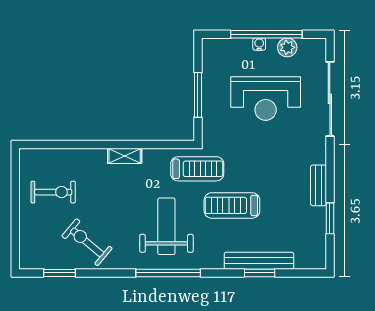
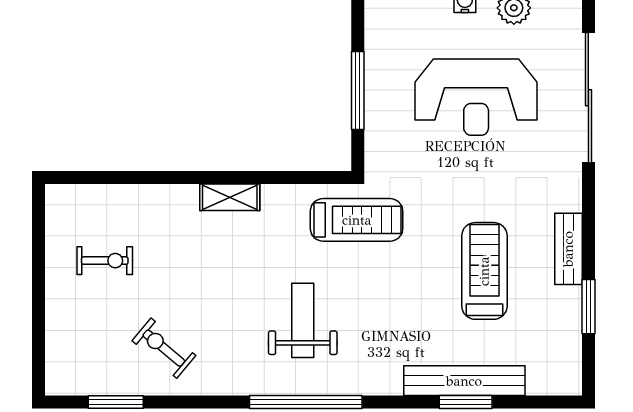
exercise bike: (53, 192) -> (105, 261), width x0.73, depth x0.72
treadmill: (232, 205) -> (484, 271), moved, turned 90
weight bench: (166, 226) -> (303, 320), width x0.73, depth x0.75
exercise bike: (87, 242) -> (164, 348), width x0.73, depth x0.72

